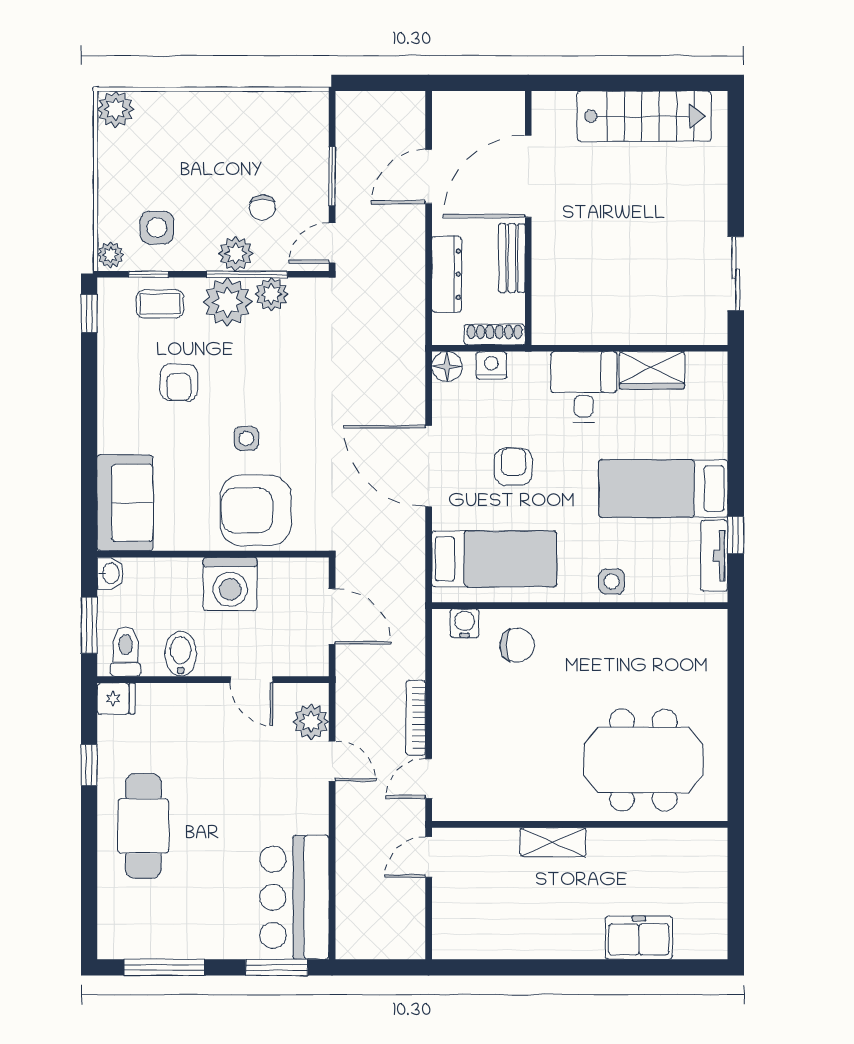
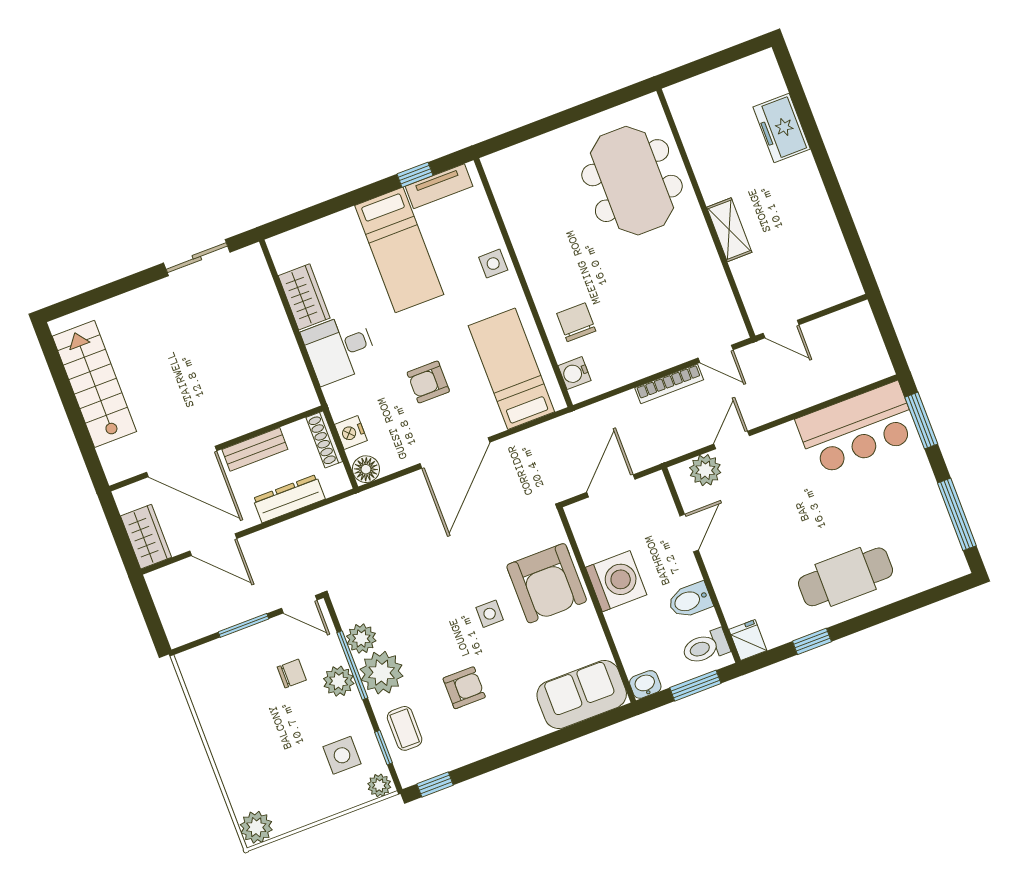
wardrobe: (464, 109) -> (146, 537), added

